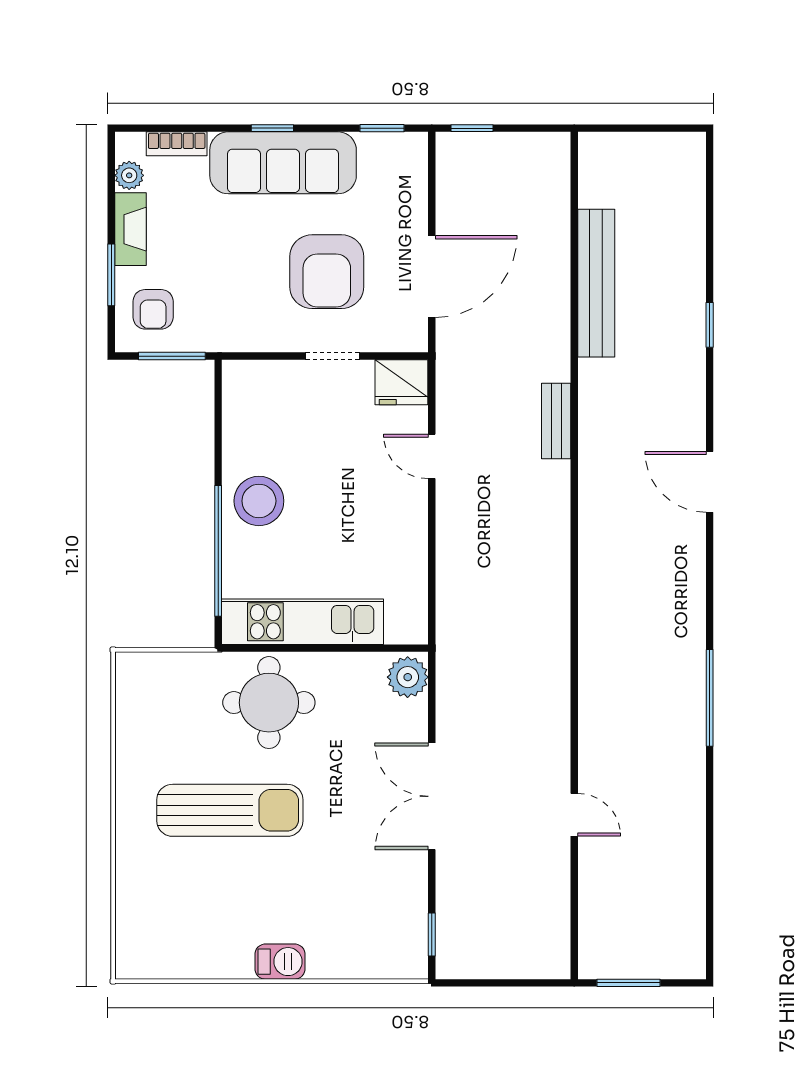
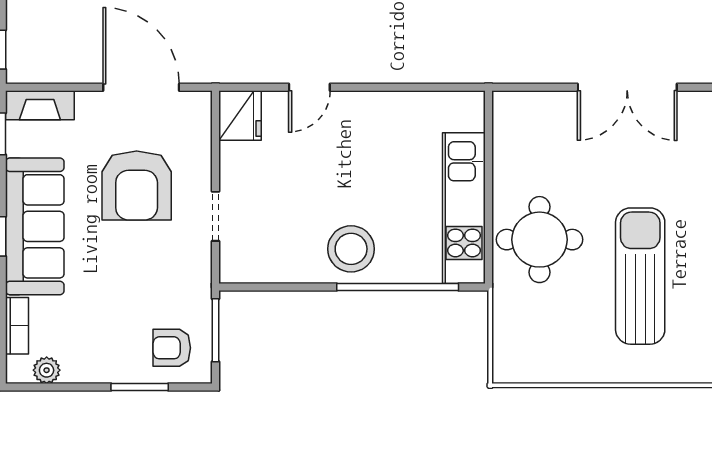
fireplace: (130, 229) -> (40, 105), moved, turned 180
armchair: (327, 272) -> (137, 185), turned 90
armchair: (153, 309) -> (172, 348), turned 180
doorway: (333, 356) -> (216, 216), moved
plant: (408, 677) -> (516, 110), removed

